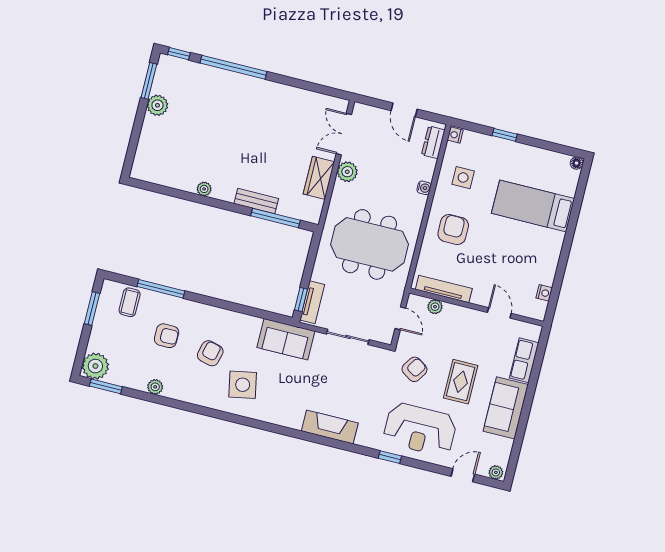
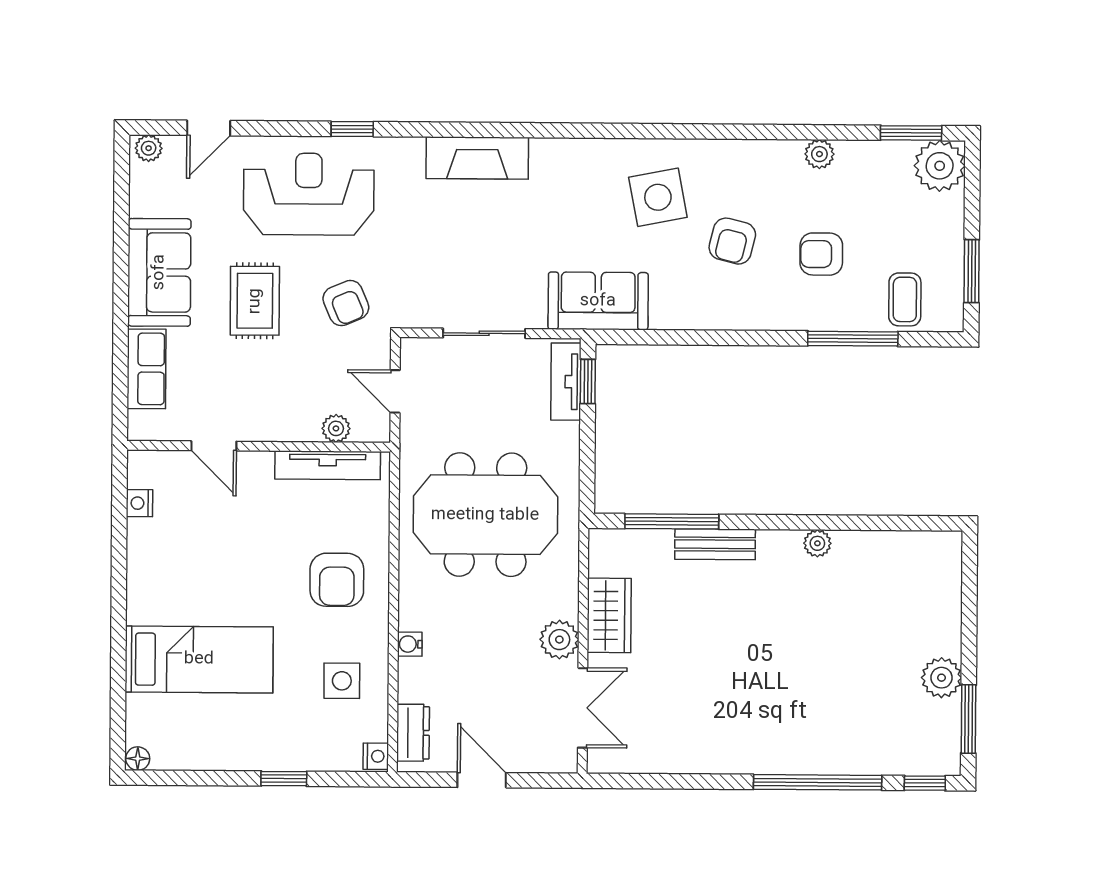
armchair: (415, 369) -> (346, 303), turned -56

